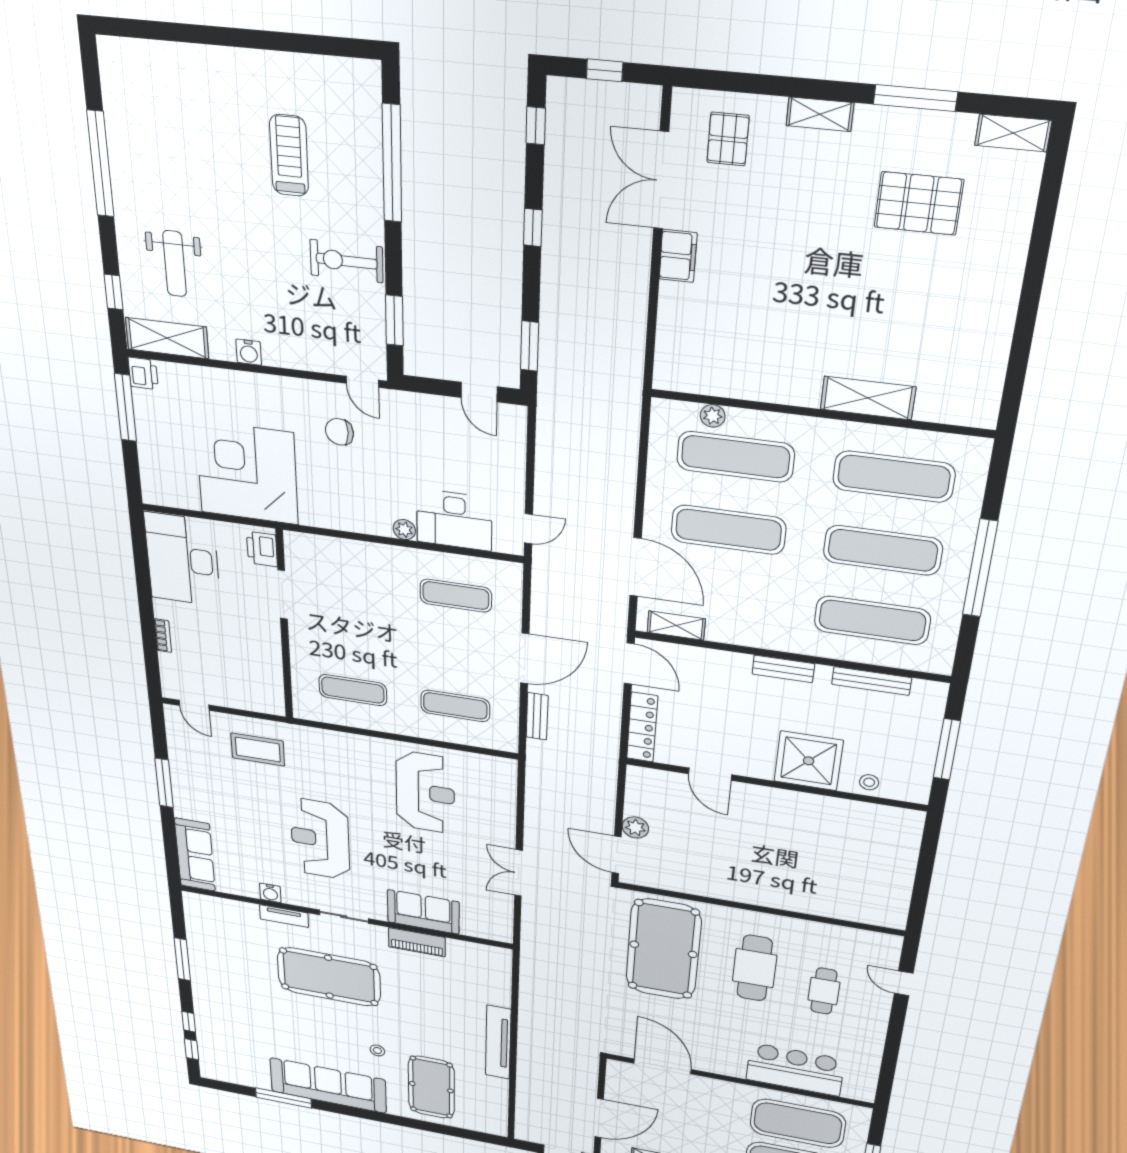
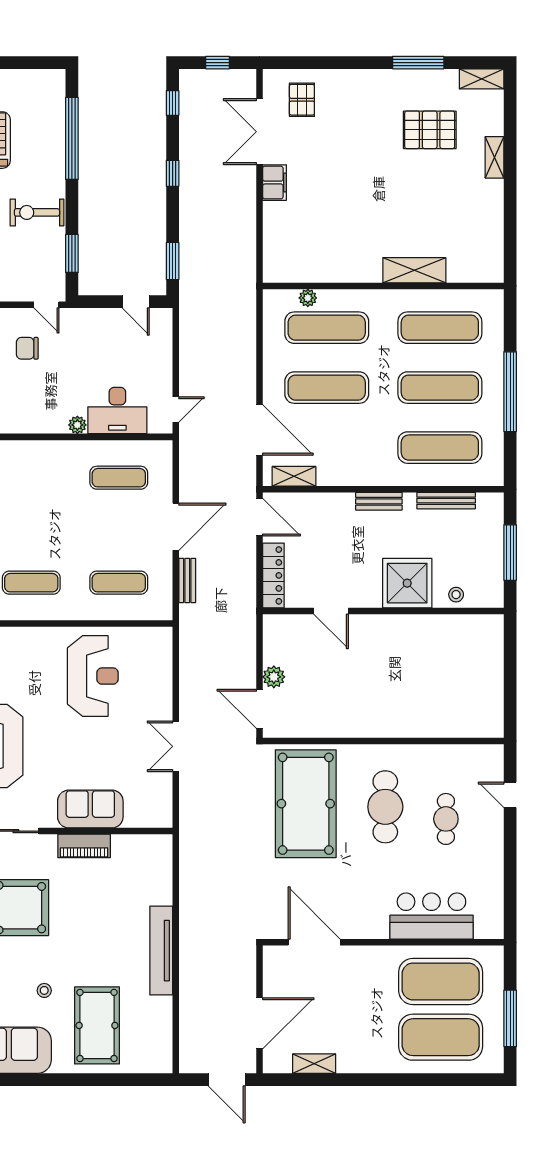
shelving: (820, 114) -> (495, 157), moved, turned 90

